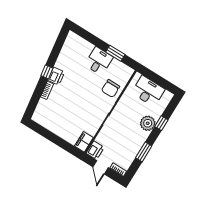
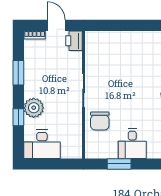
chair: (111, 89) -> (100, 121), turned 180
desk: (148, 91) -> (42, 144), moved
filing cabinet: (84, 142) -> (93, 42), removed

